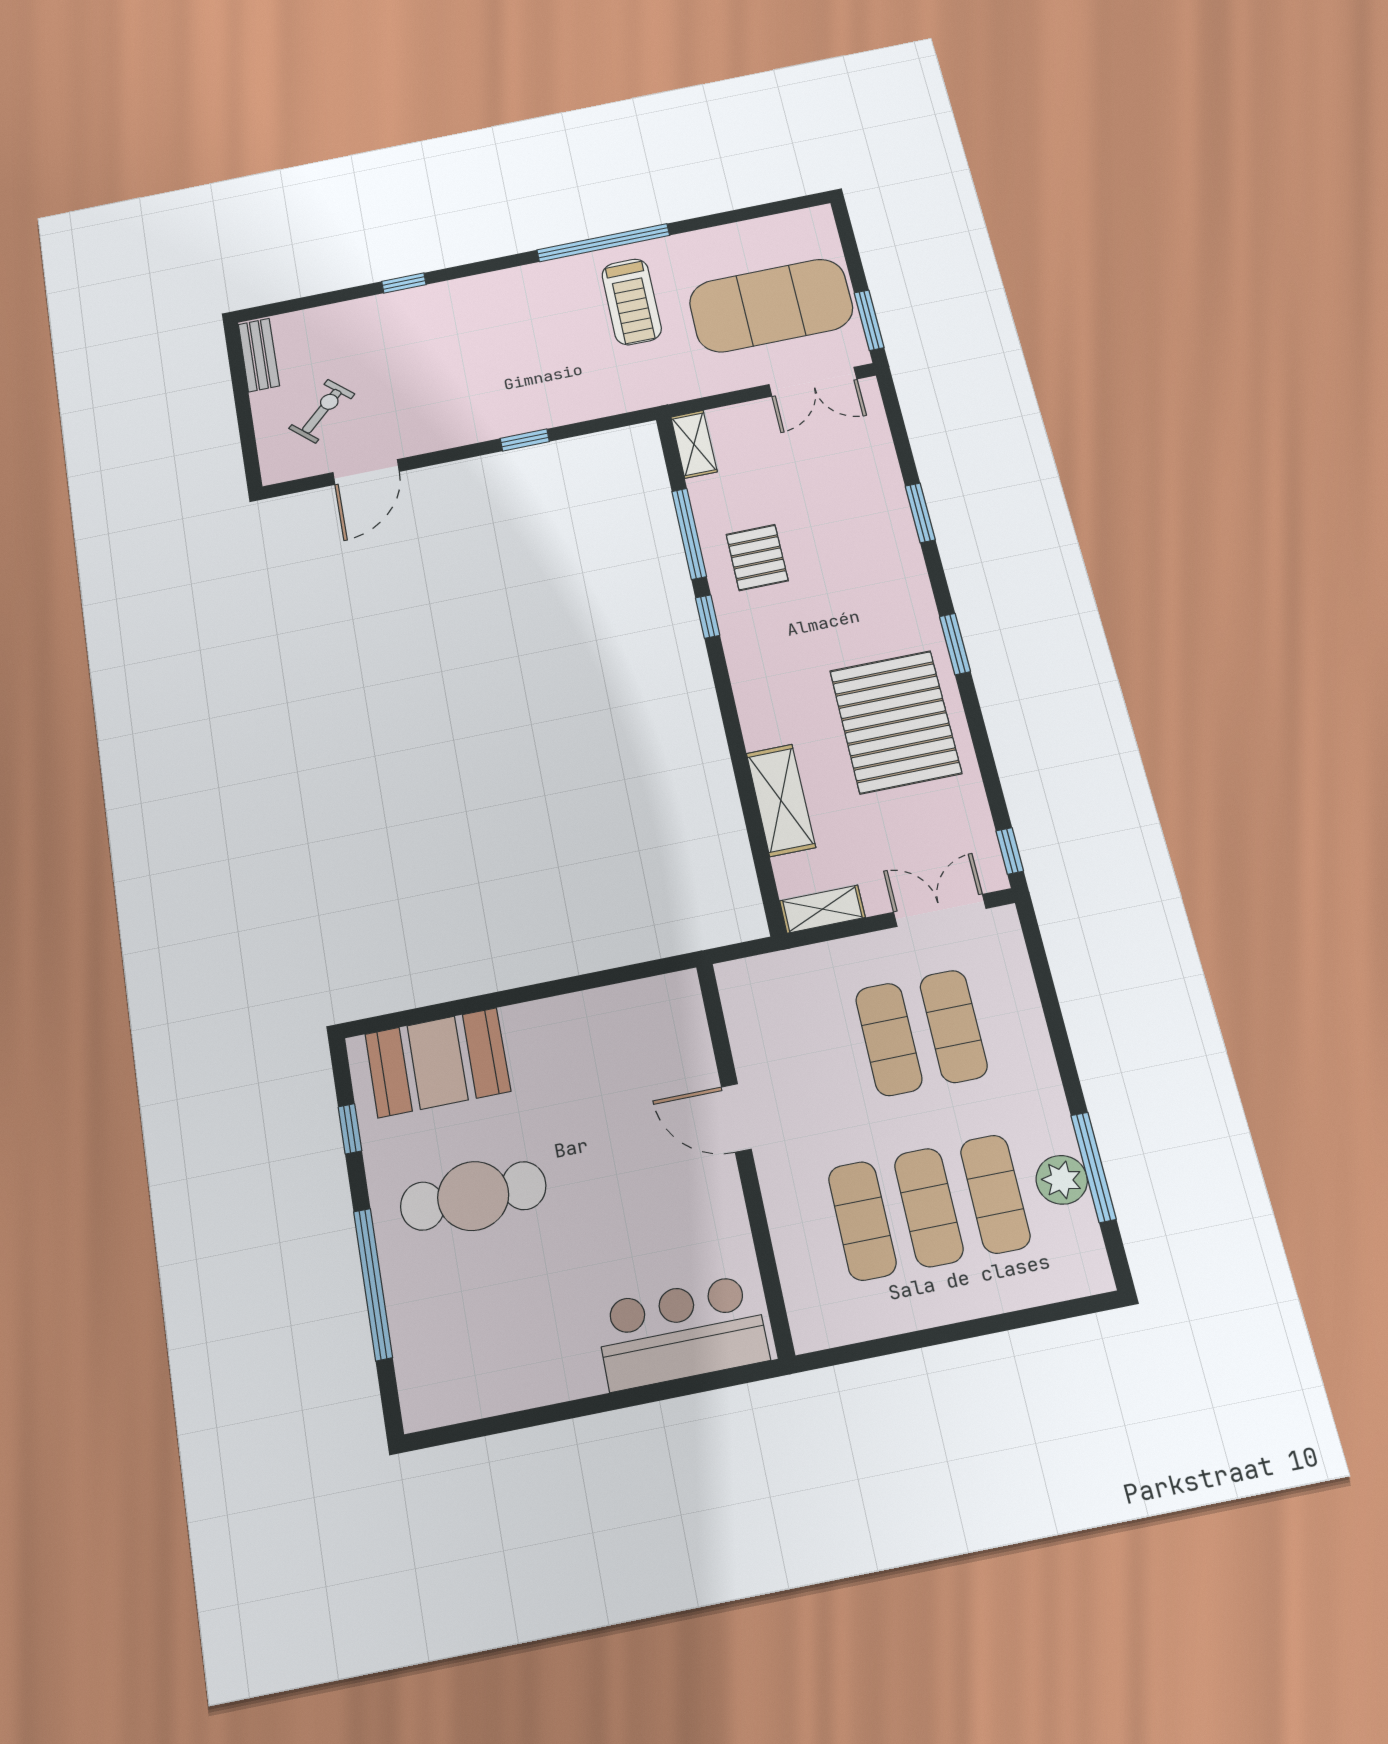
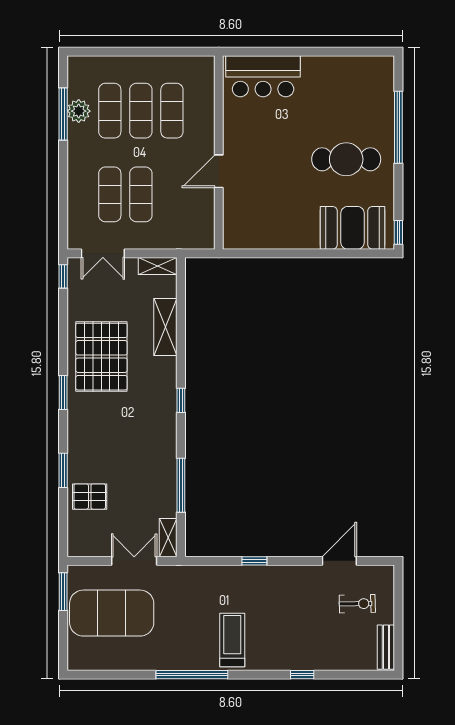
treadmill: (632, 302) -> (232, 640), moved
double door: (813, 382) -> (134, 561), moved
exercise bike: (322, 411) -> (357, 604), turned -135
pallet: (757, 558) -> (90, 497), moved, turned 90
window: (708, 617) -> (181, 400), moved
door: (736, 1118) -> (219, 171), swing flipped
window: (350, 1129) -> (398, 232), moved

